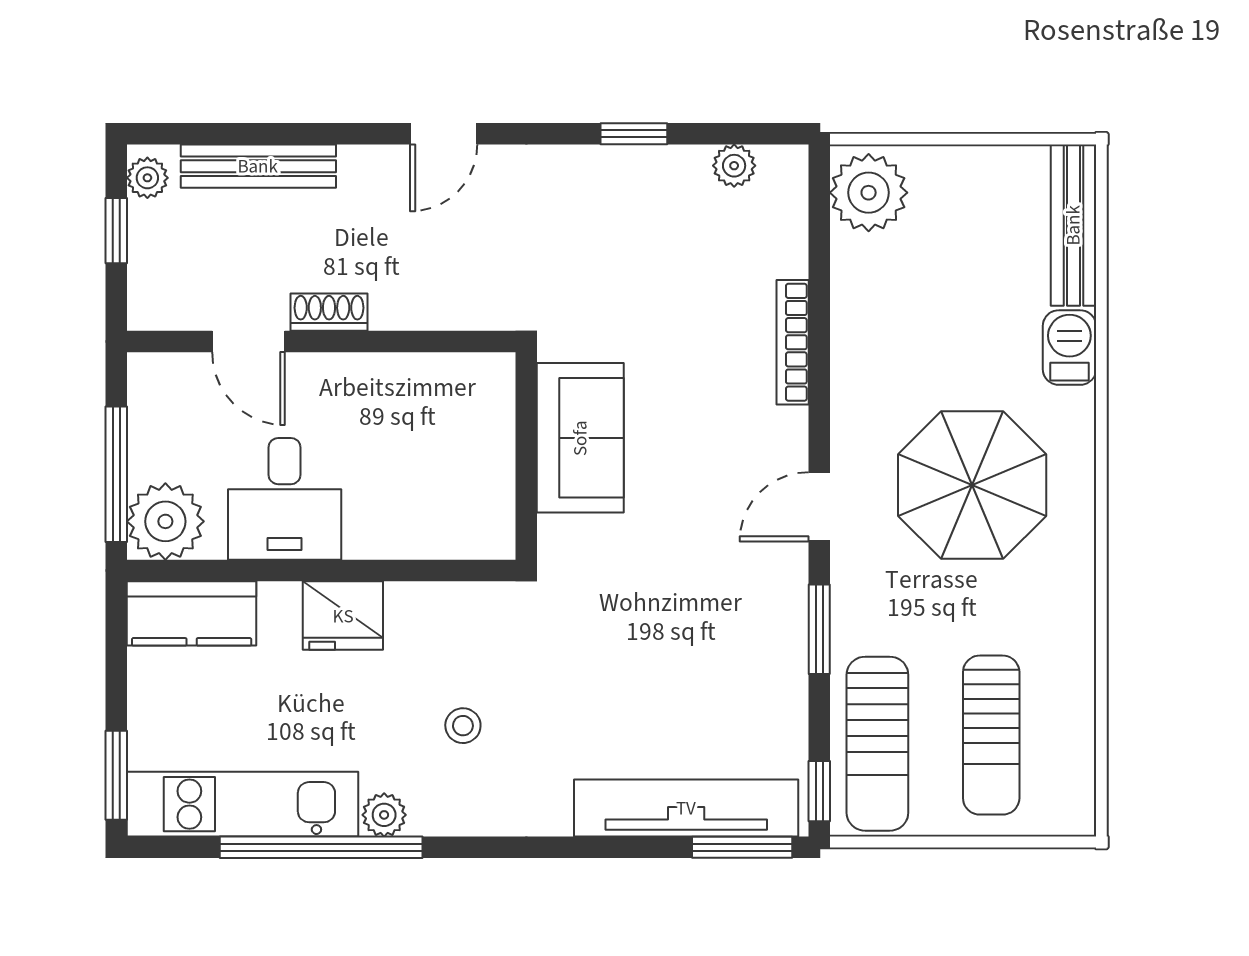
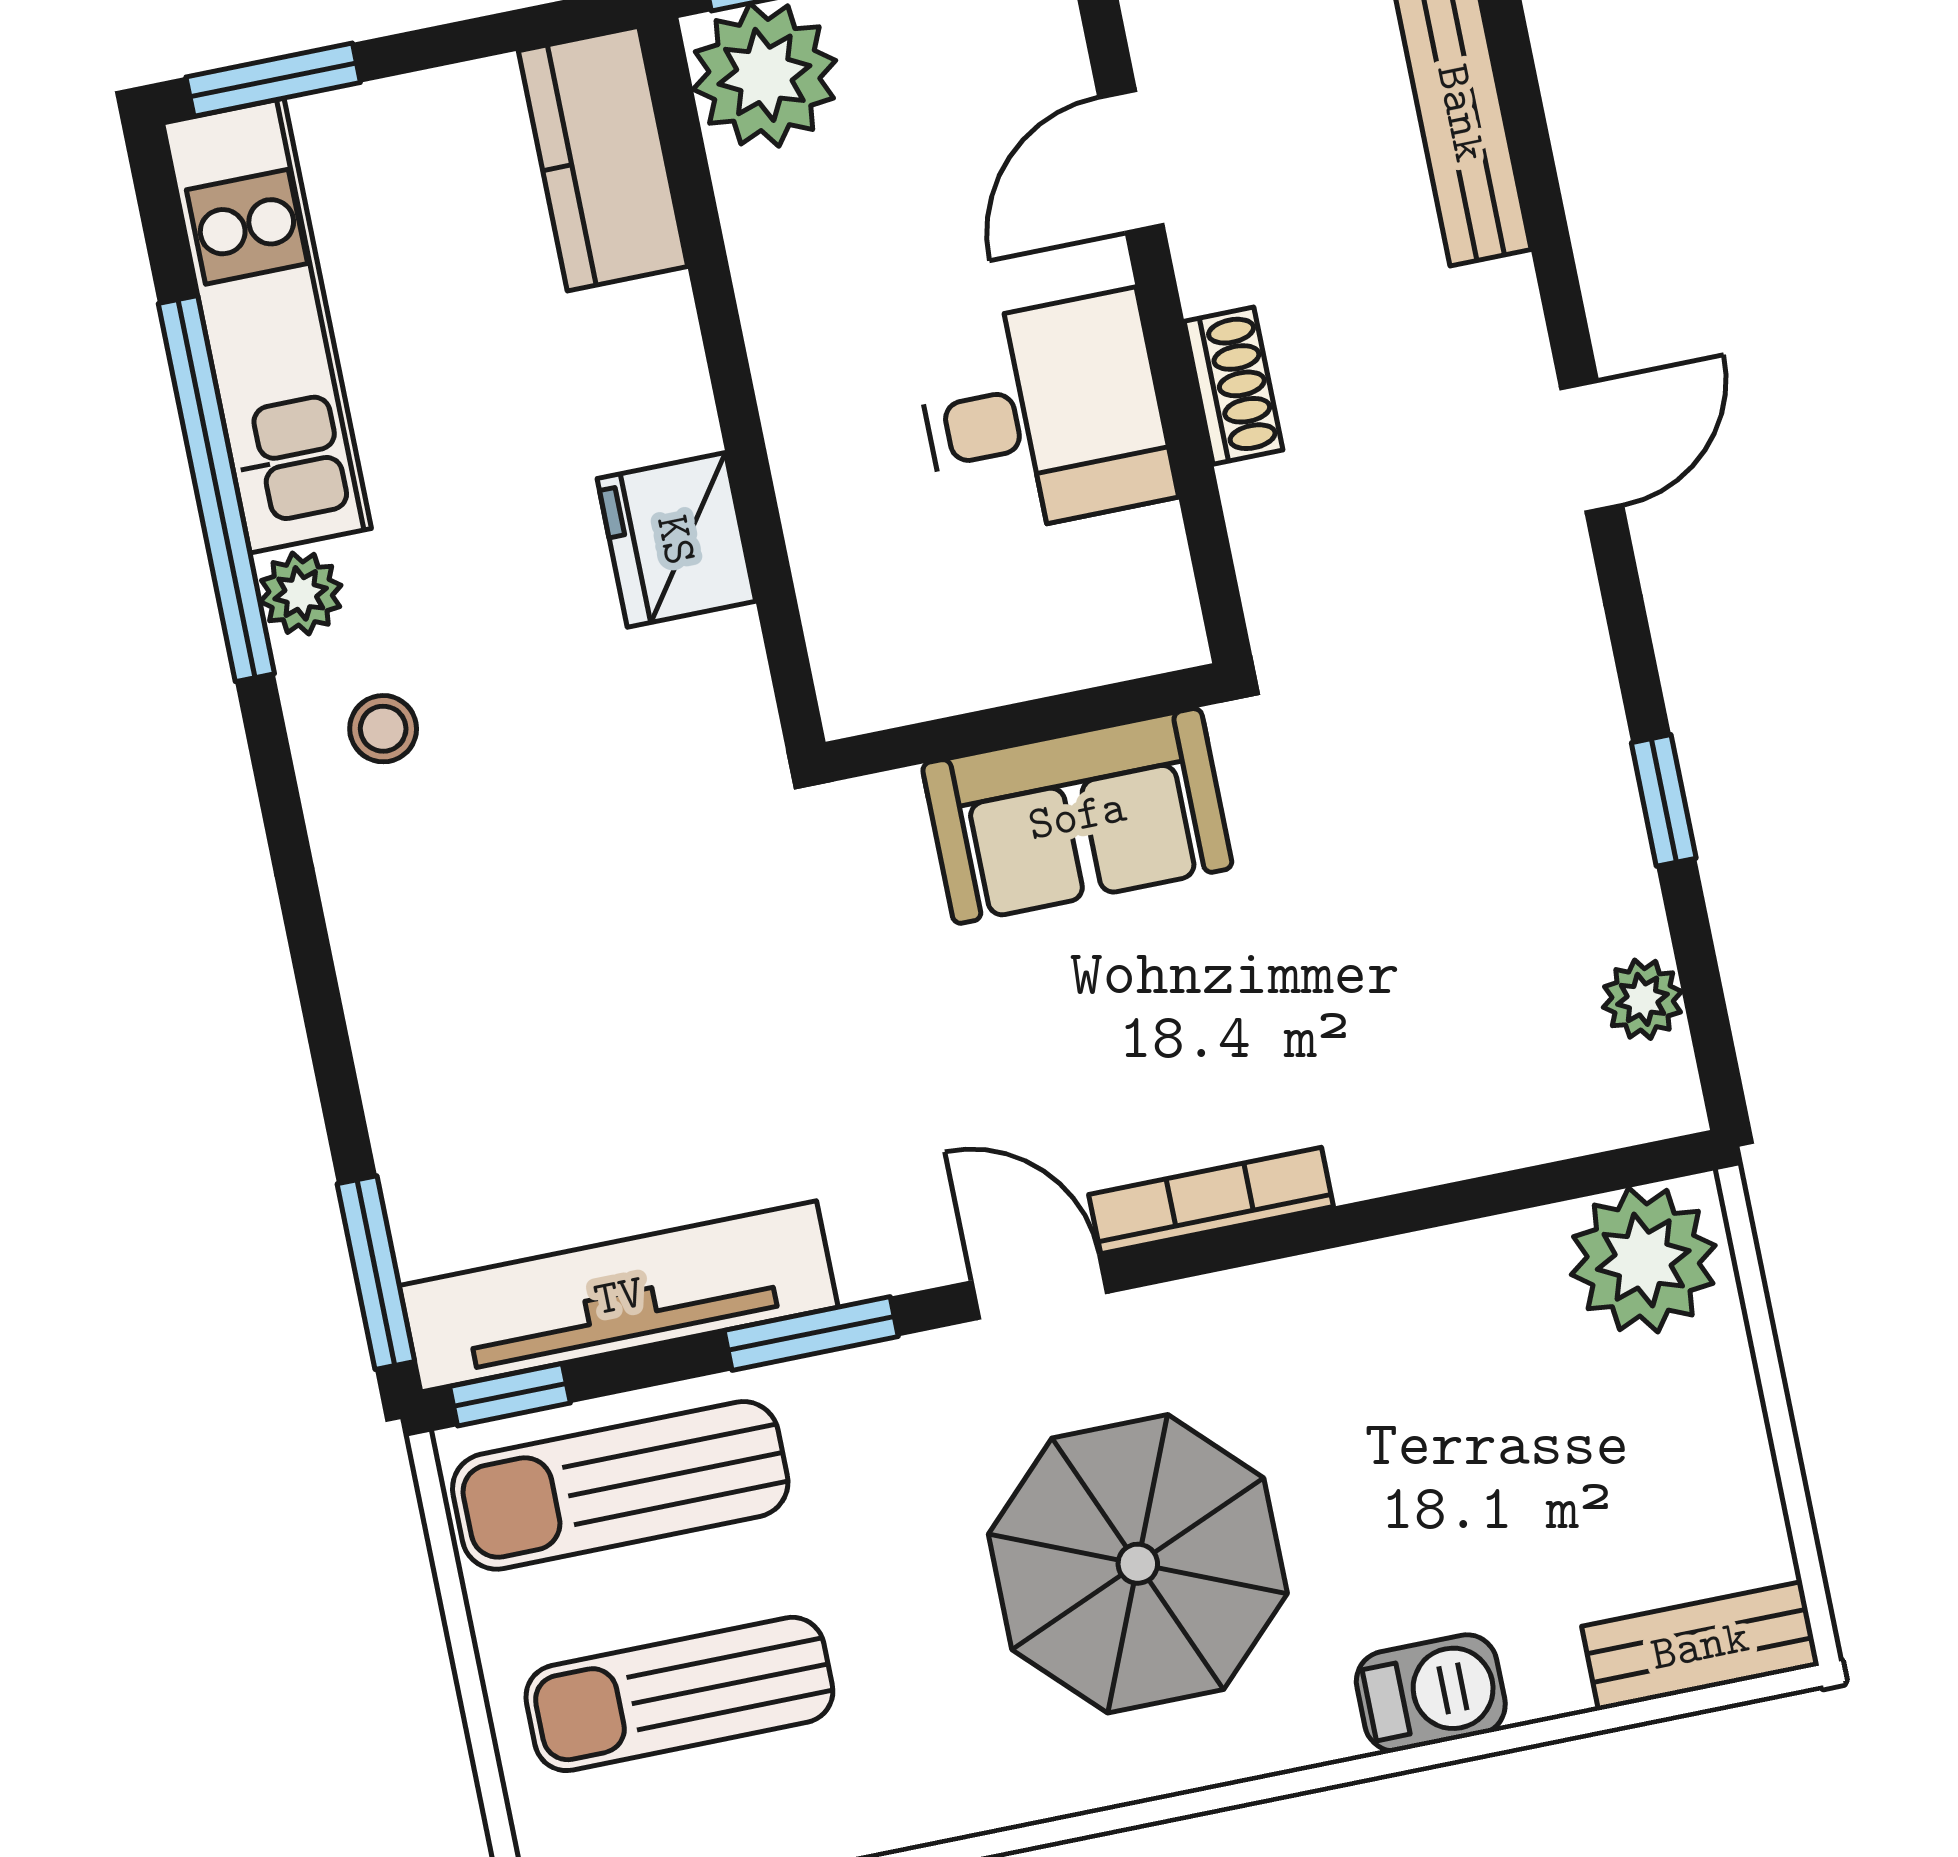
door: (444, 134) -> (1592, 446), swing flipped
bench: (1073, 225) -> (1700, 1646), width x0.73
shoe rack: (329, 312) -> (1233, 386), moved
bookcase: (793, 342) -> (1211, 1200), moved
desk: (285, 499) -> (1044, 415), moved, turned 180
fridge: (343, 616) -> (676, 540), moved
stool: (463, 726) -> (383, 729), moved
tv unit: (686, 808) -> (619, 1296), moved, turned -90

